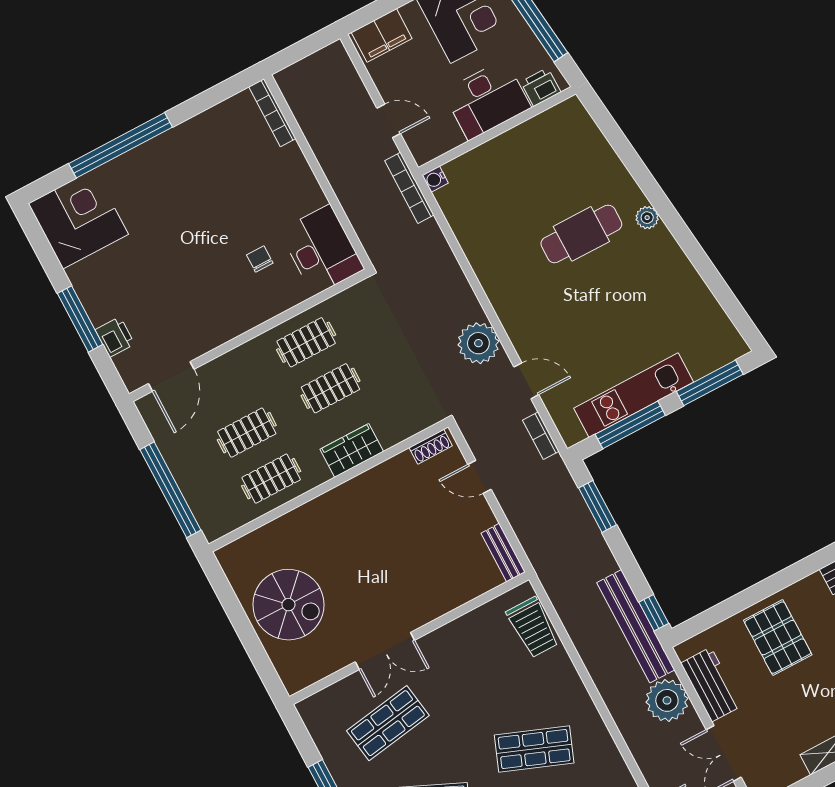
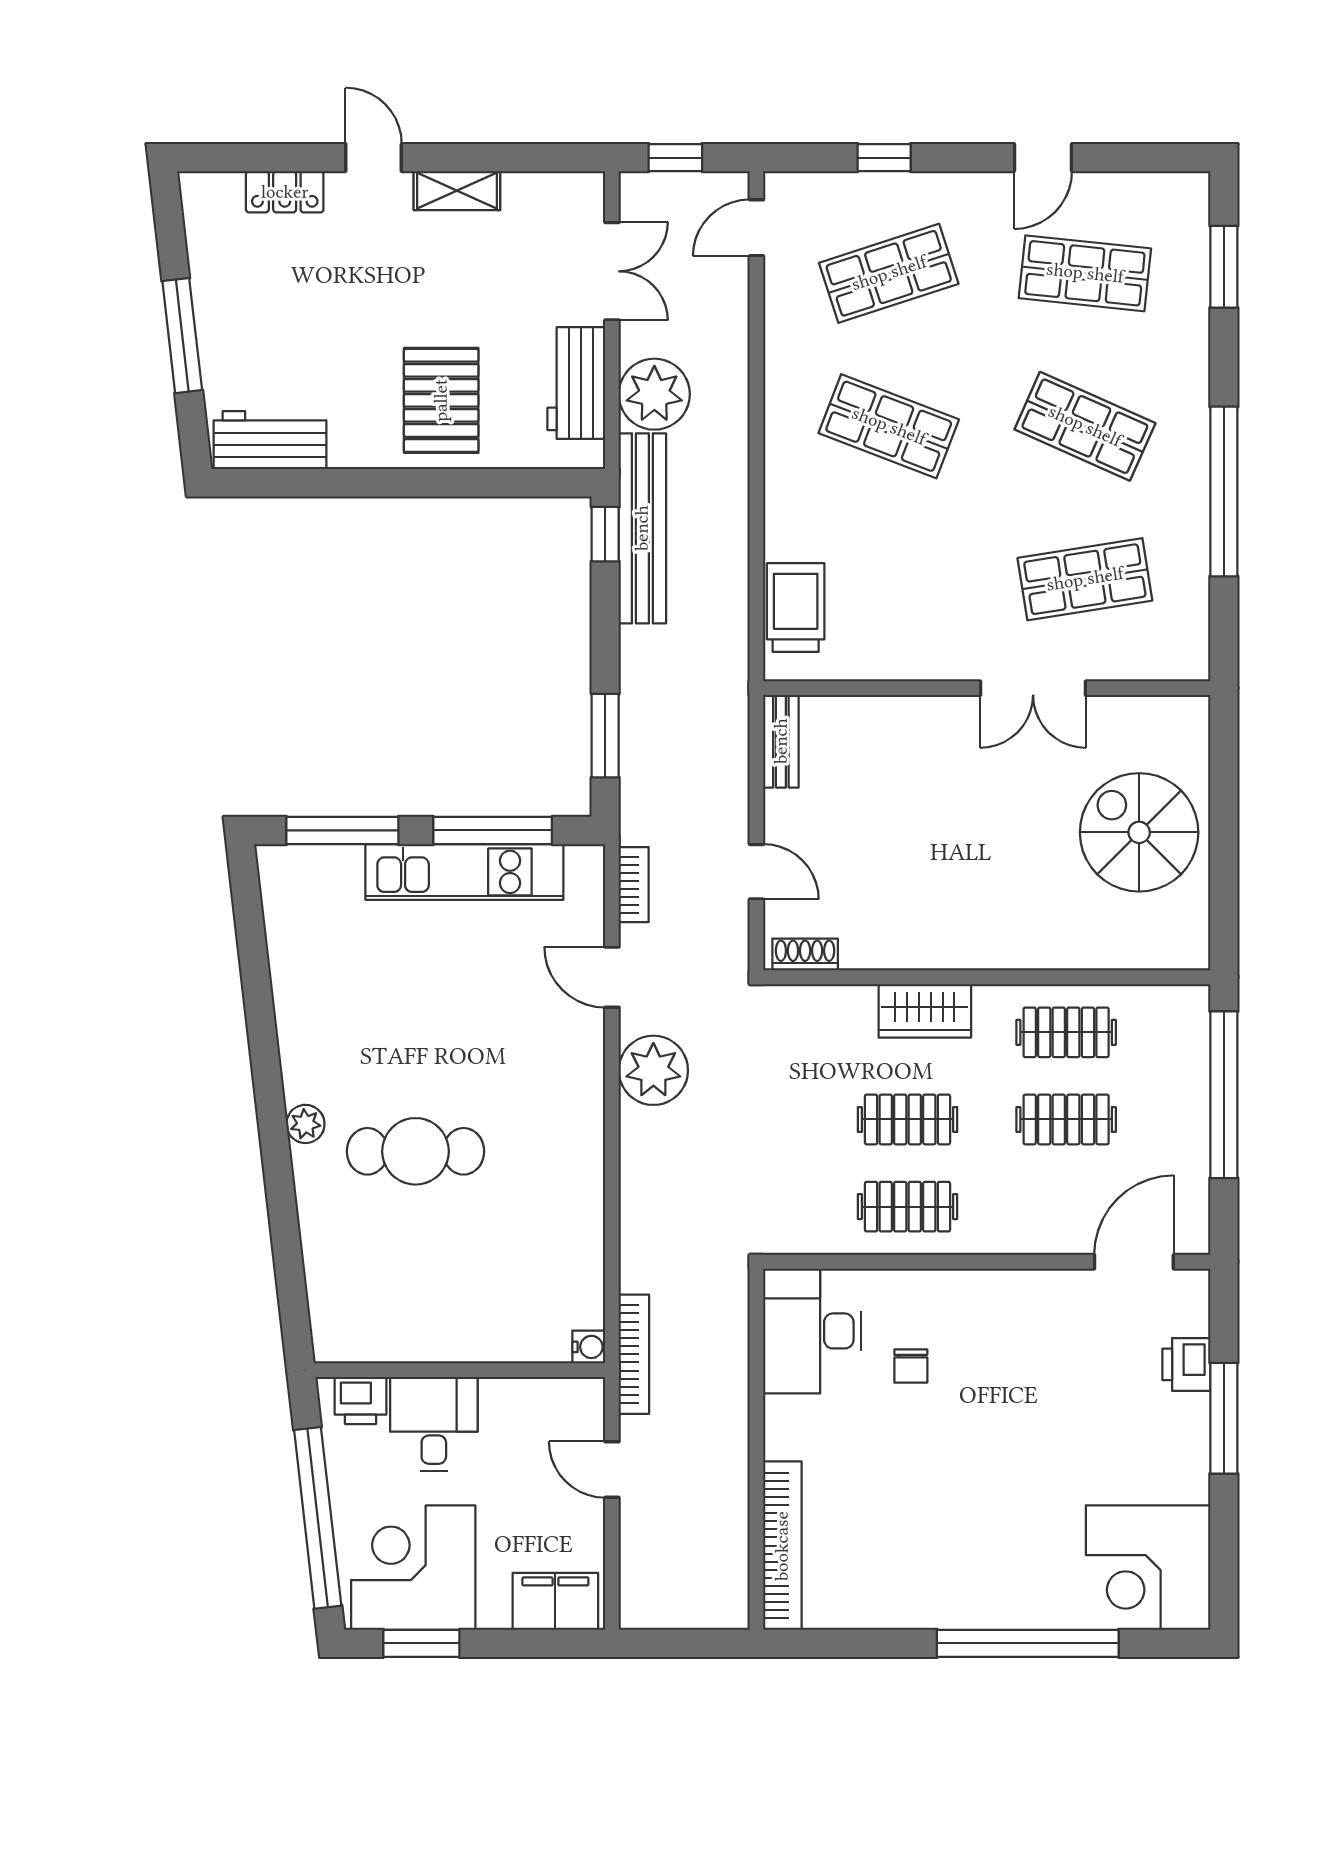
desk: (487, 100) -> (434, 1424), width x0.73
bookcase: (272, 113) -> (782, 1546), width x1.48, depth x1.31
double door: (385, 651) -> (1033, 688), swing flipped

